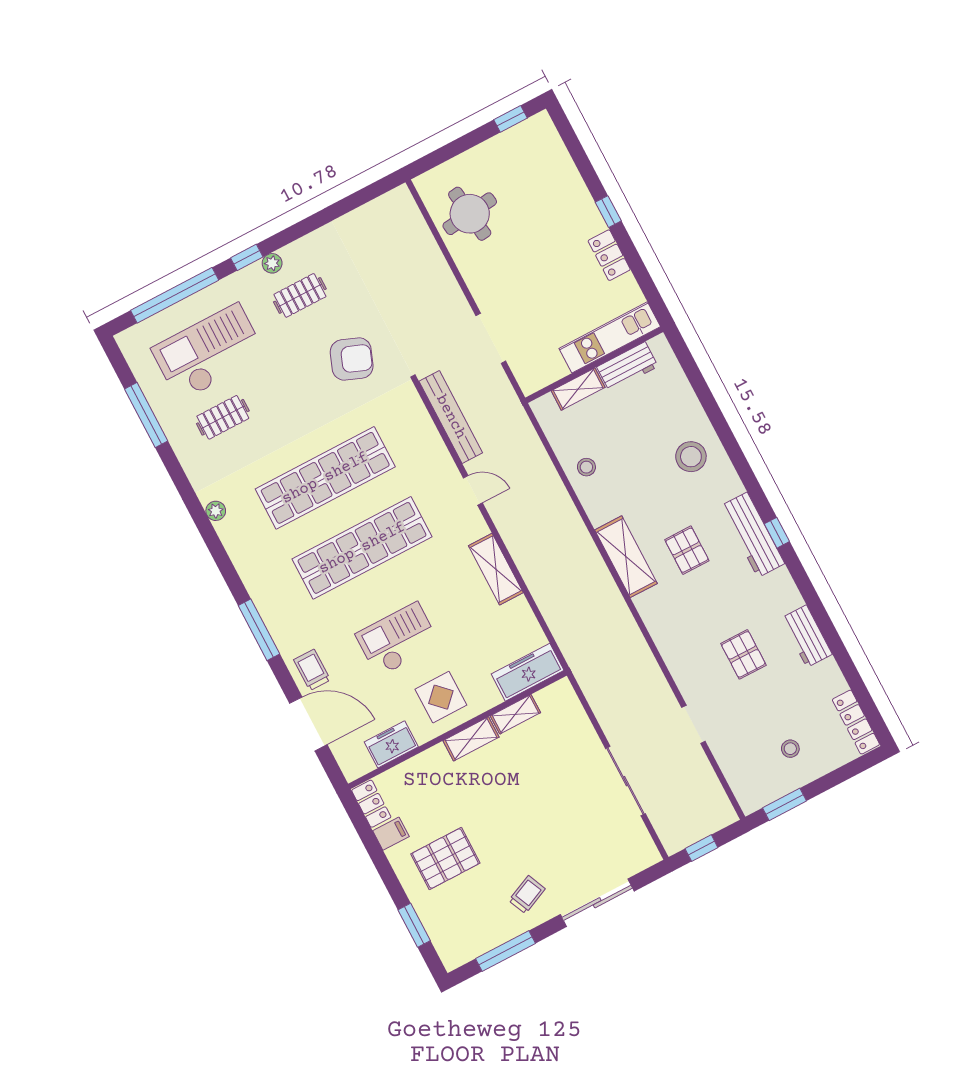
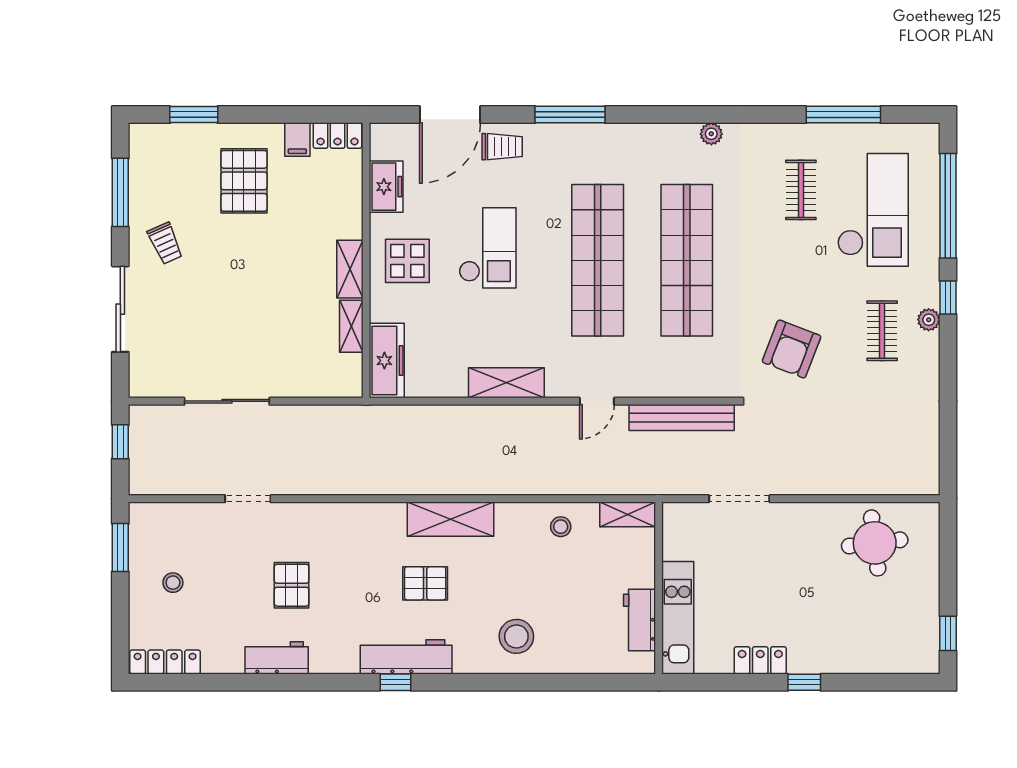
shelving: (578, 389) -> (628, 514), moved, turned 90
pallet: (743, 654) -> (292, 585), turned 90

